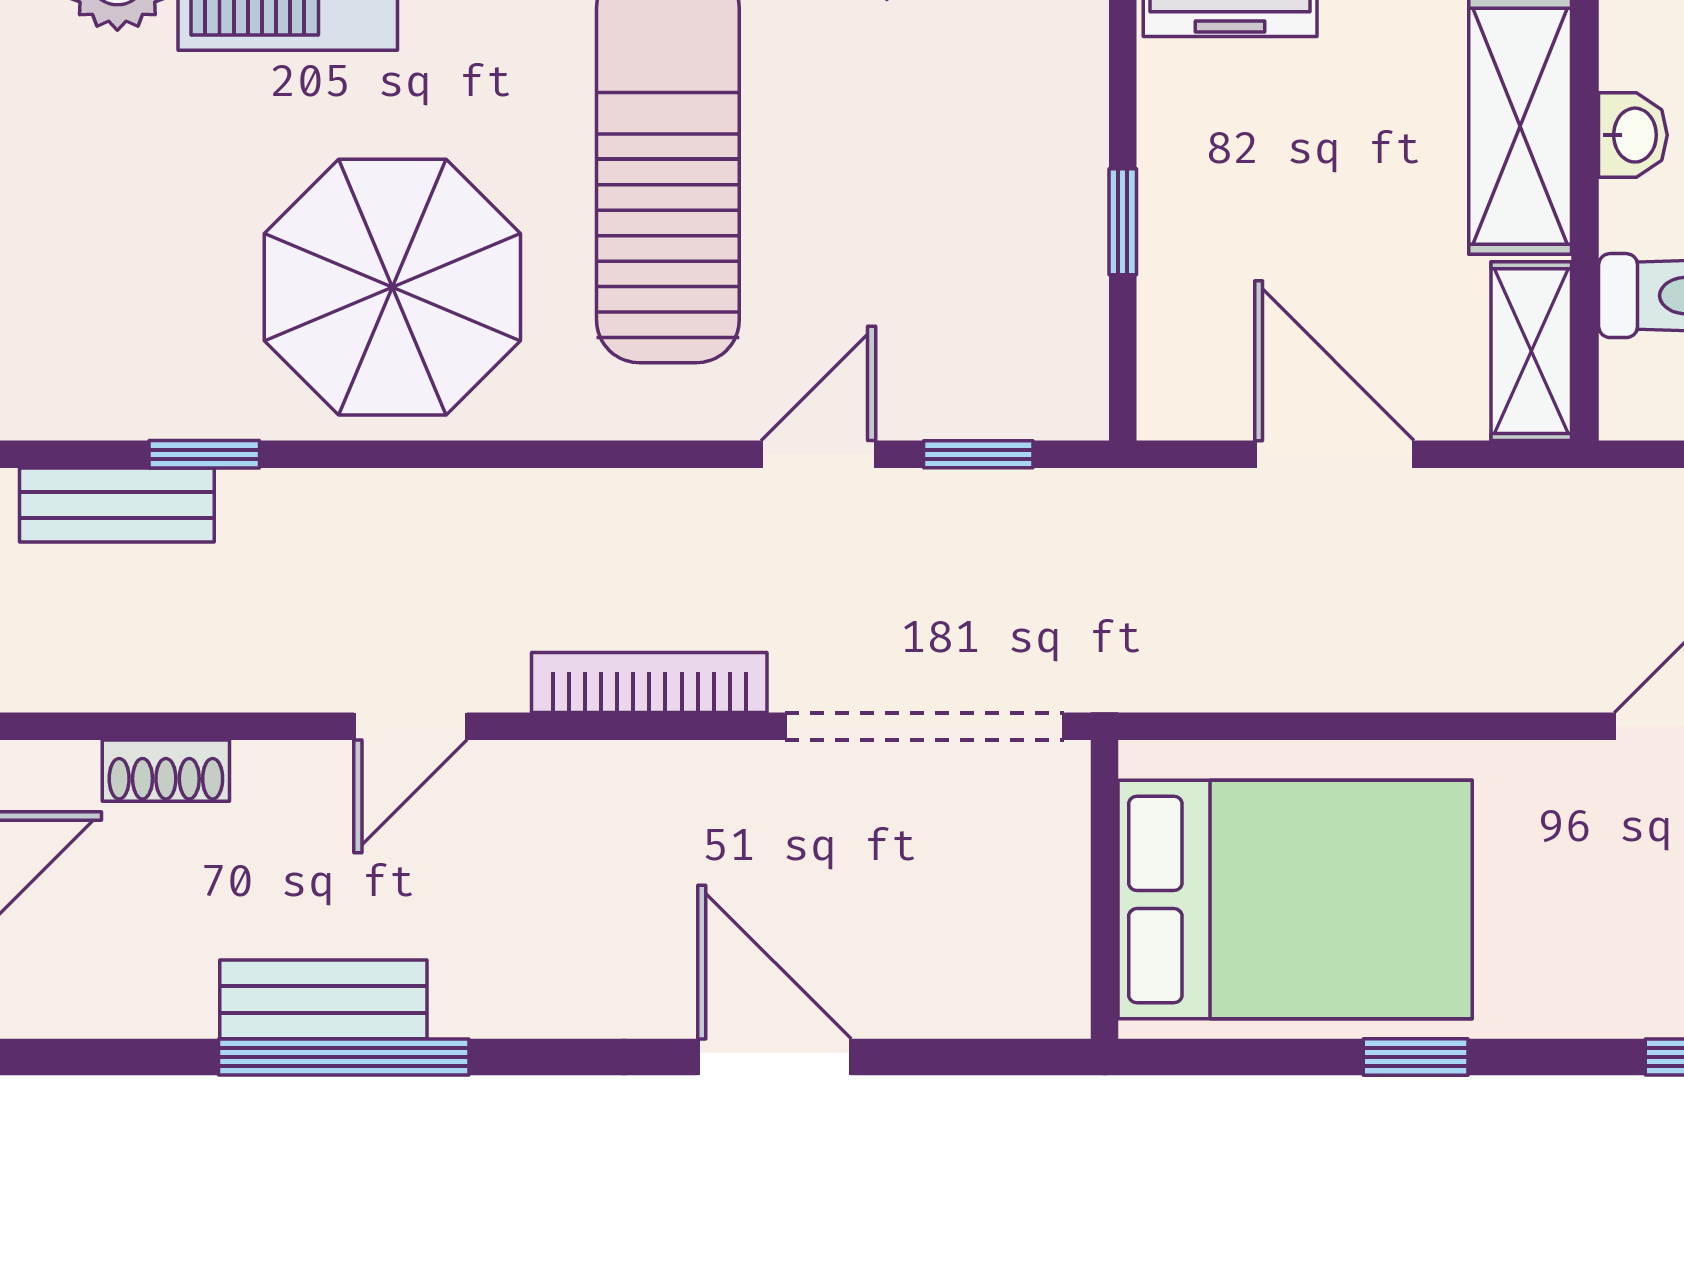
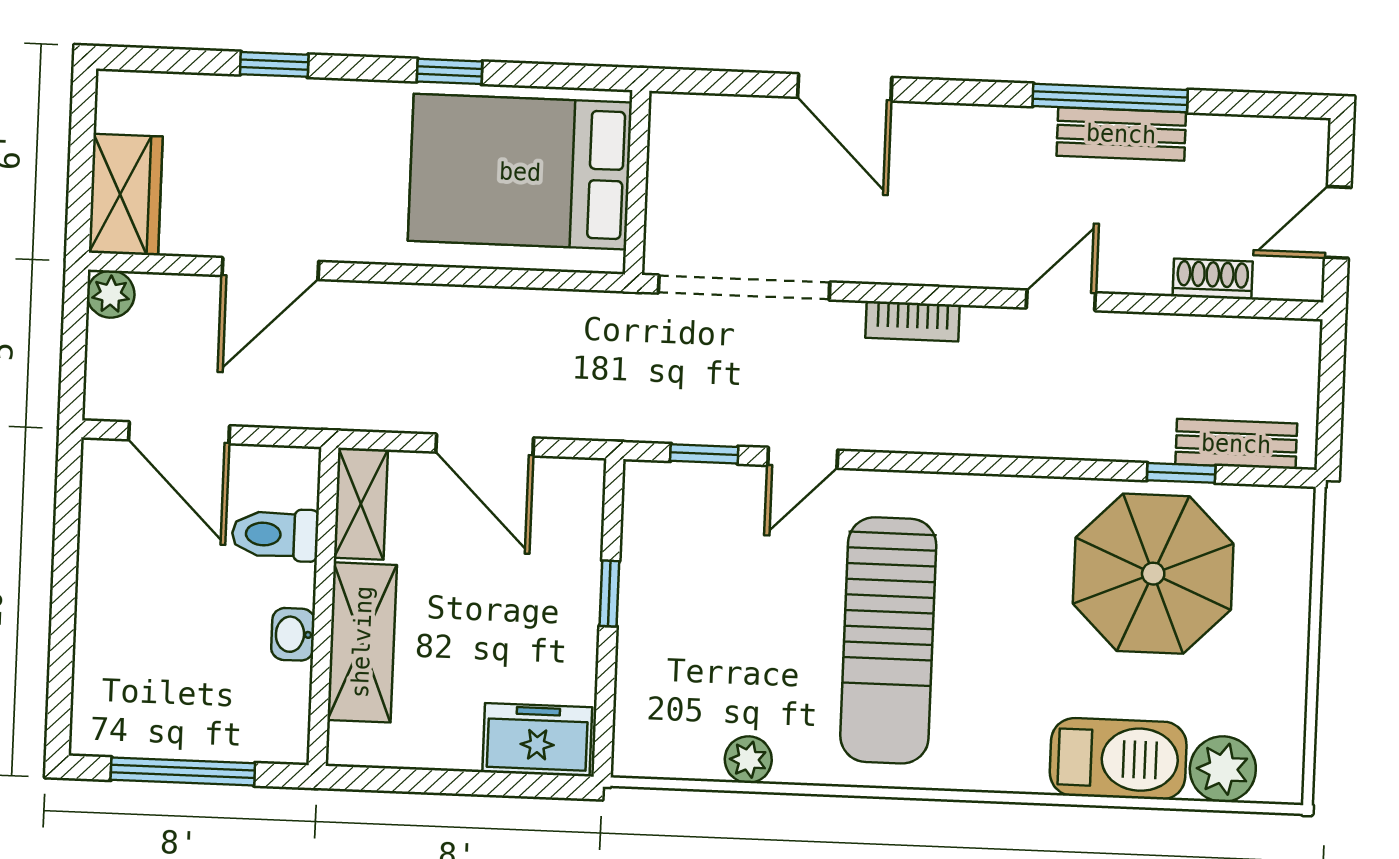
parasol: (392, 287) -> (1153, 574), moved
bookcase: (649, 682) -> (913, 321), width x0.64

